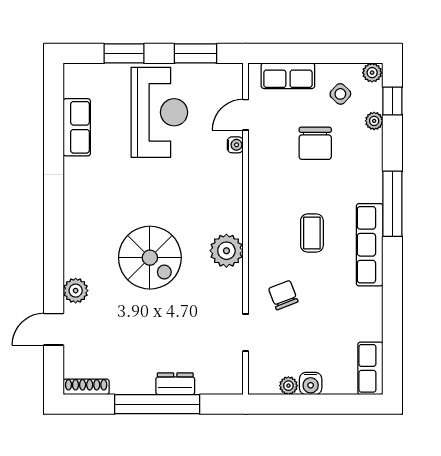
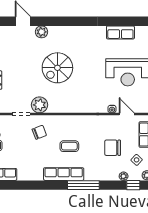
plant: (226, 251) -> (39, 105), moved

